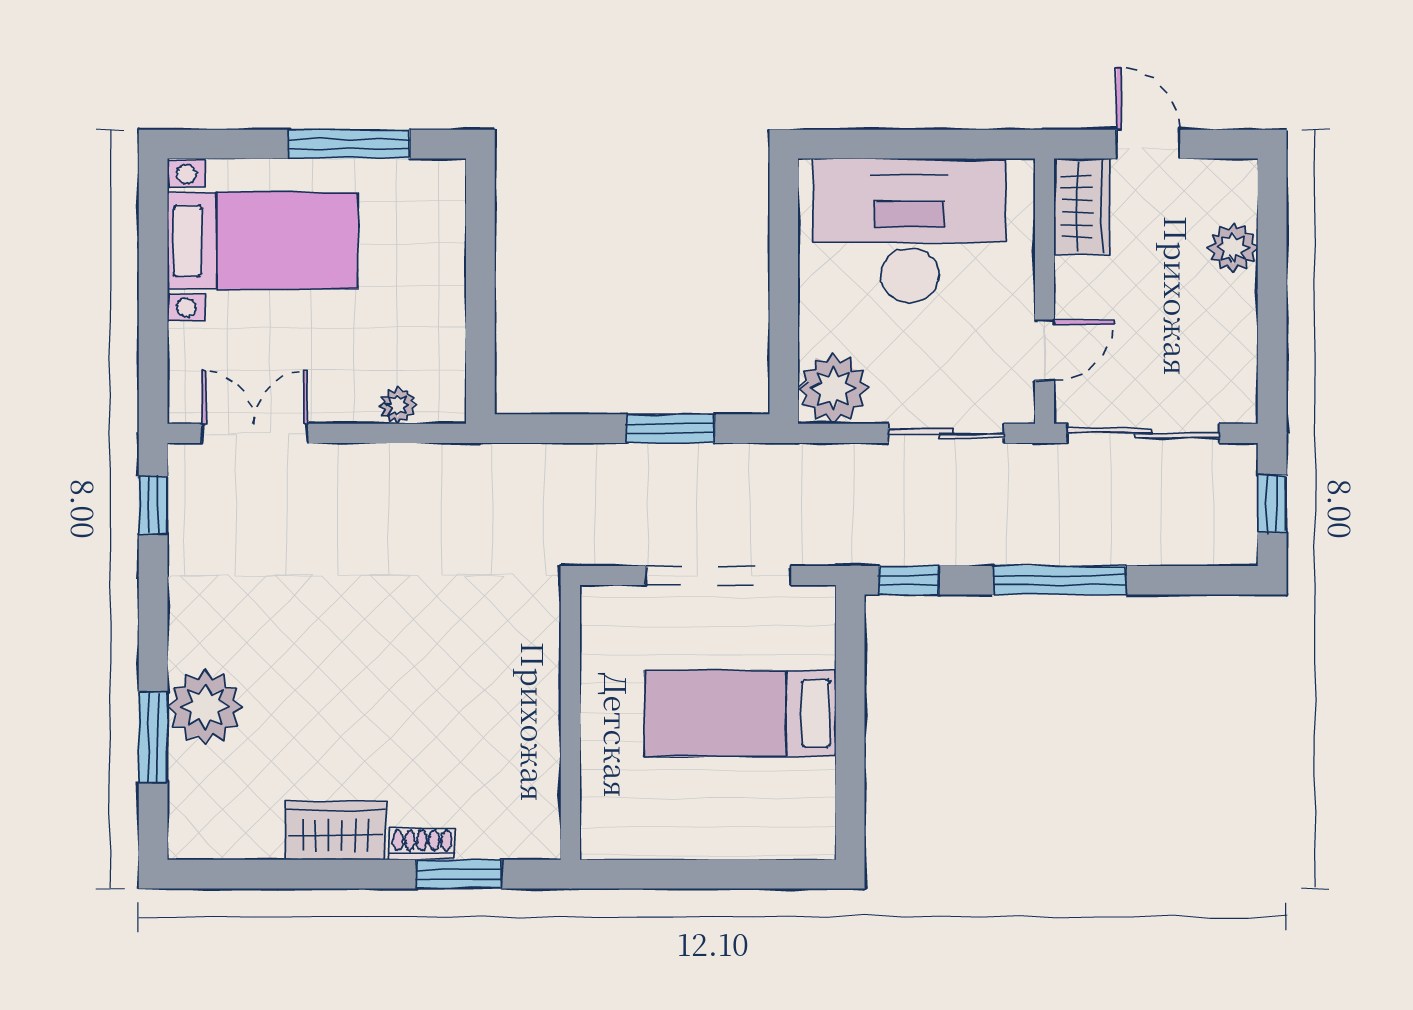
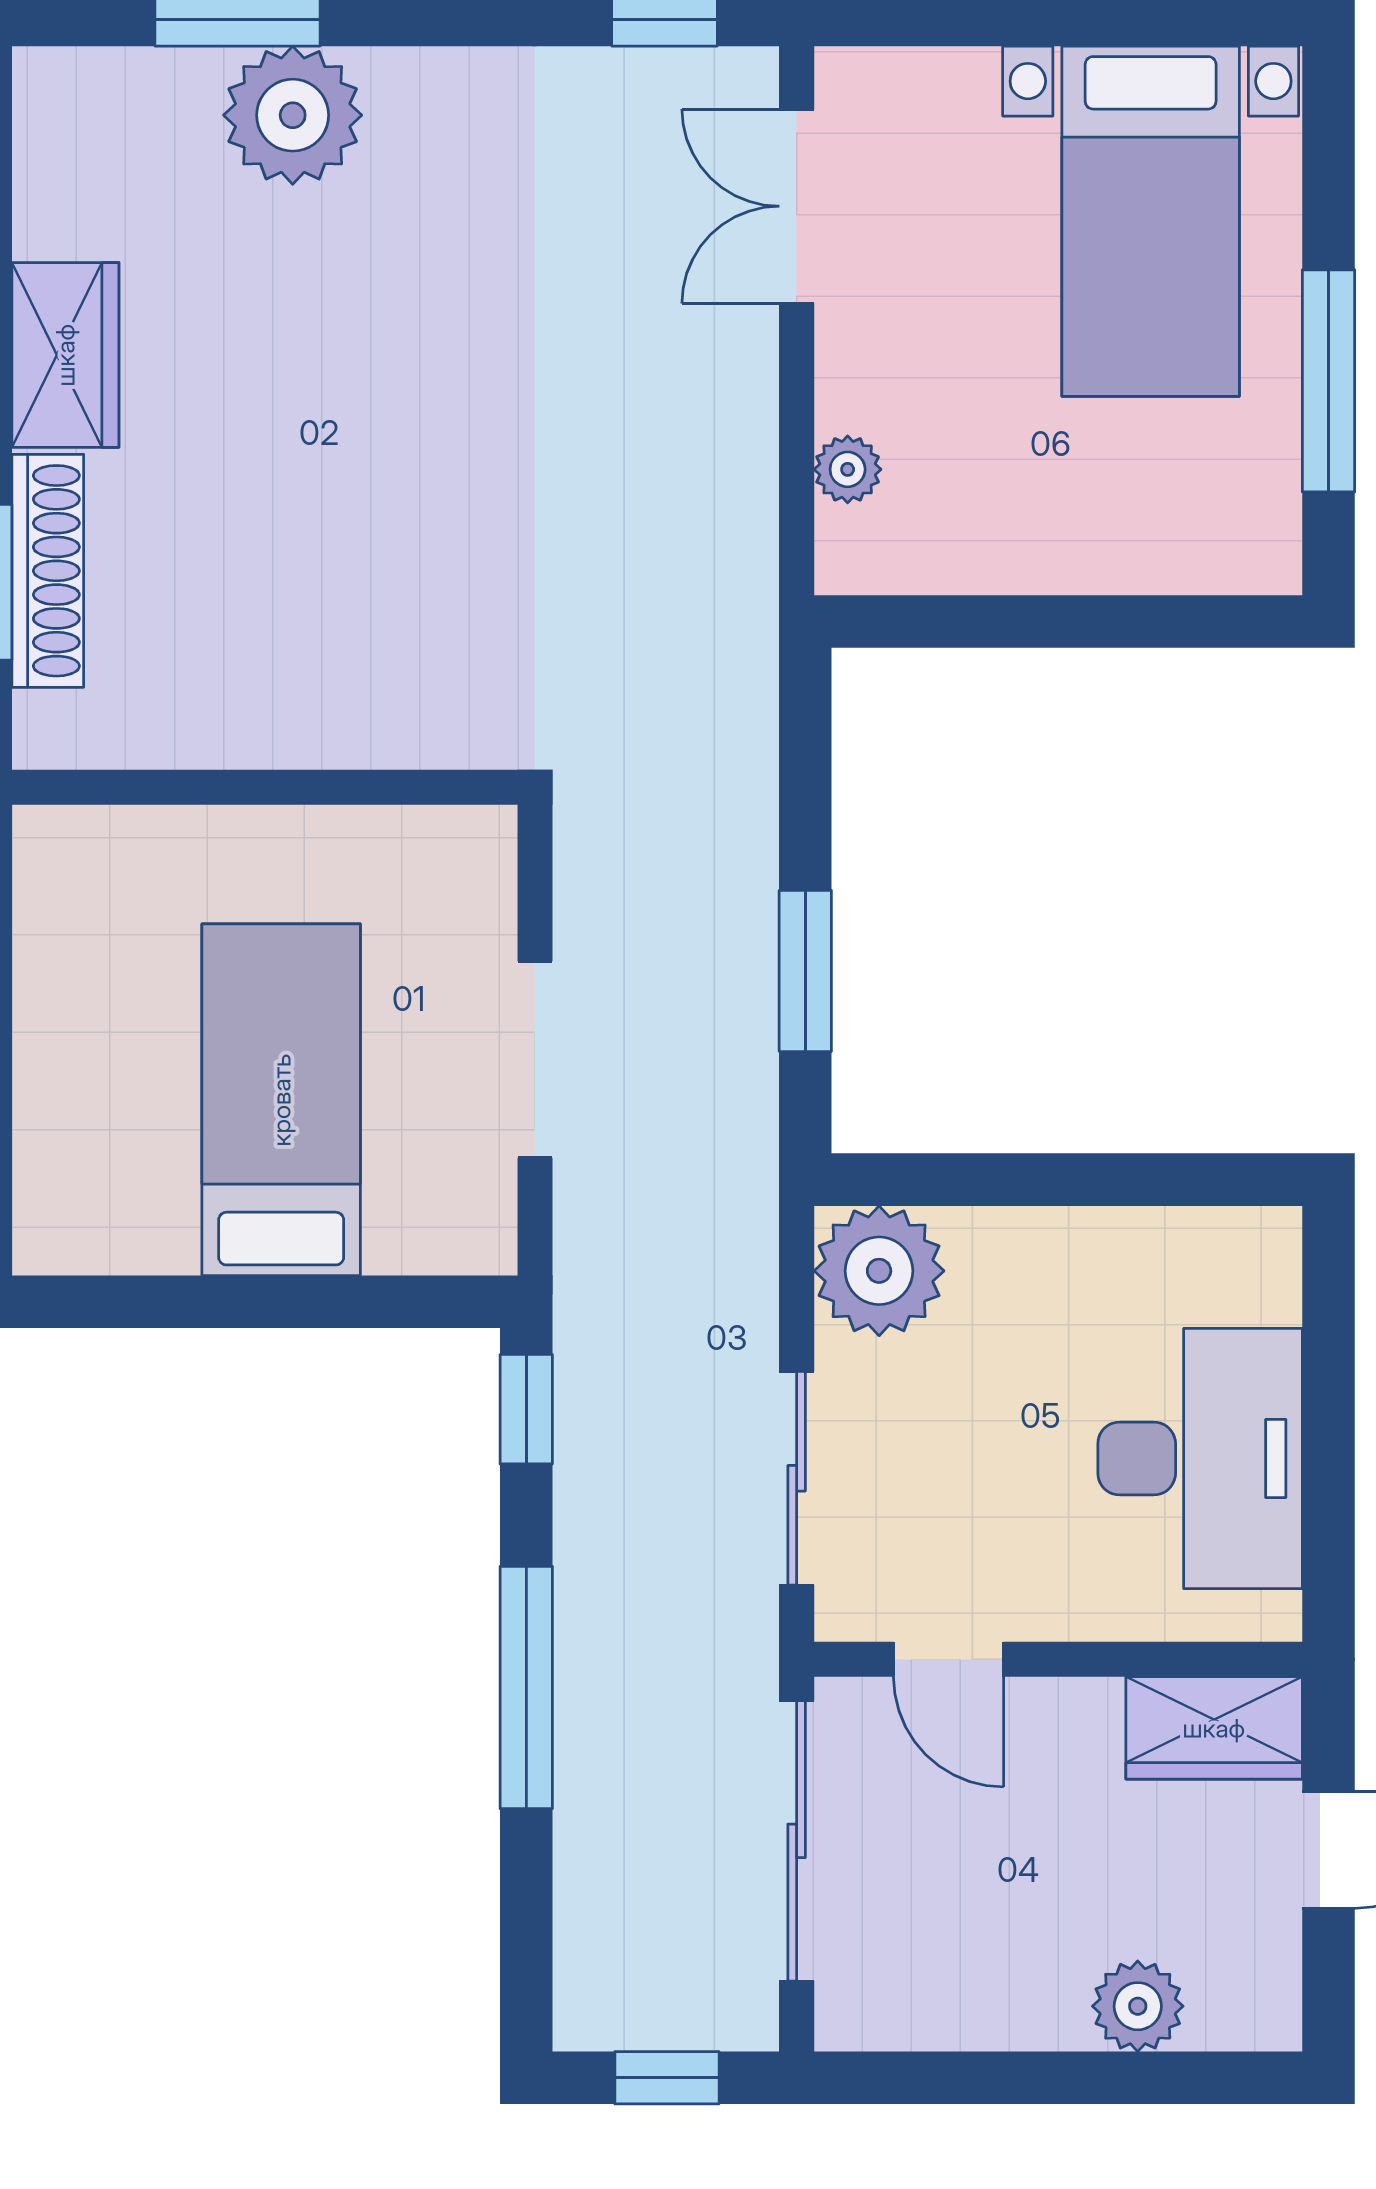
desk: (910, 231) -> (1200, 1458), width x0.73, depth x0.77
double door: (255, 433) -> (797, 206), swing flipped
doorway: (718, 575) -> (535, 1060), width x0.73
shoe rack: (422, 844) -> (48, 571), width x1.94, depth x1.24

